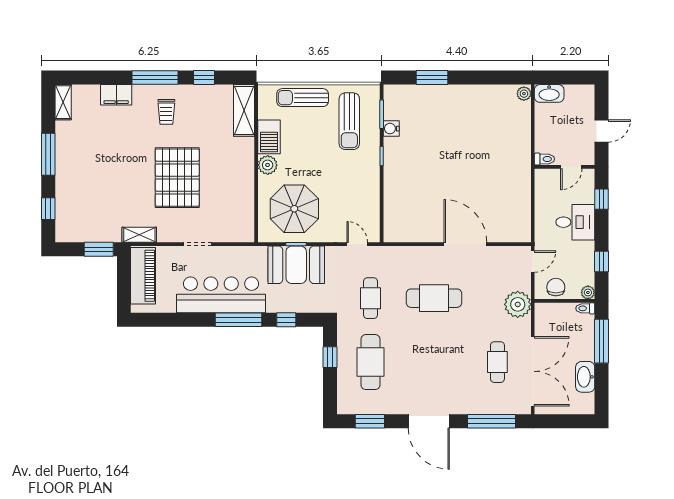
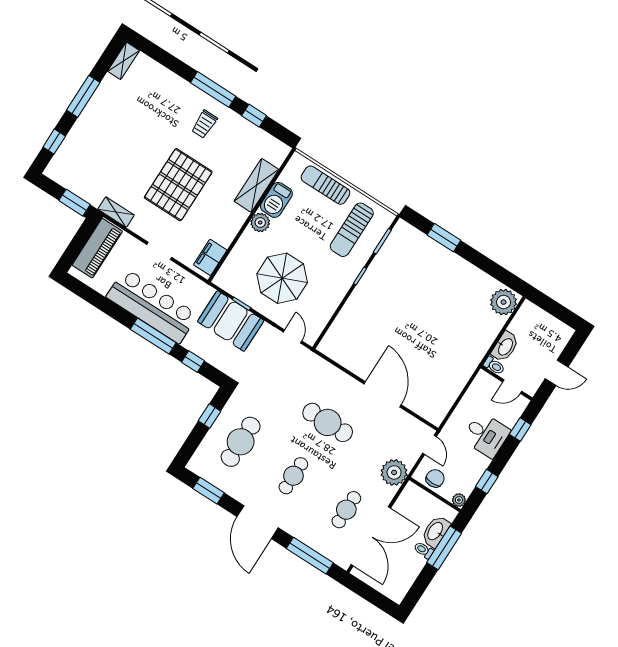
washbasin: (549, 93) -> (505, 347), moved, turned -90
plant: (524, 94) -> (504, 302), width x1.88, depth x1.88
filing cabinet: (116, 95) -> (210, 257), moved, turned 90
shelving: (244, 110) -> (256, 185), moved
water cooler: (391, 129) -> (383, 258), removed
parasol: (294, 209) -> (282, 278), moved
door: (533, 262) -> (430, 445), hinge flipped
cafe table: (370, 298) -> (293, 476), moved
toilet: (585, 308) -> (424, 550), moved
washbasin: (585, 377) -> (436, 531), moved

